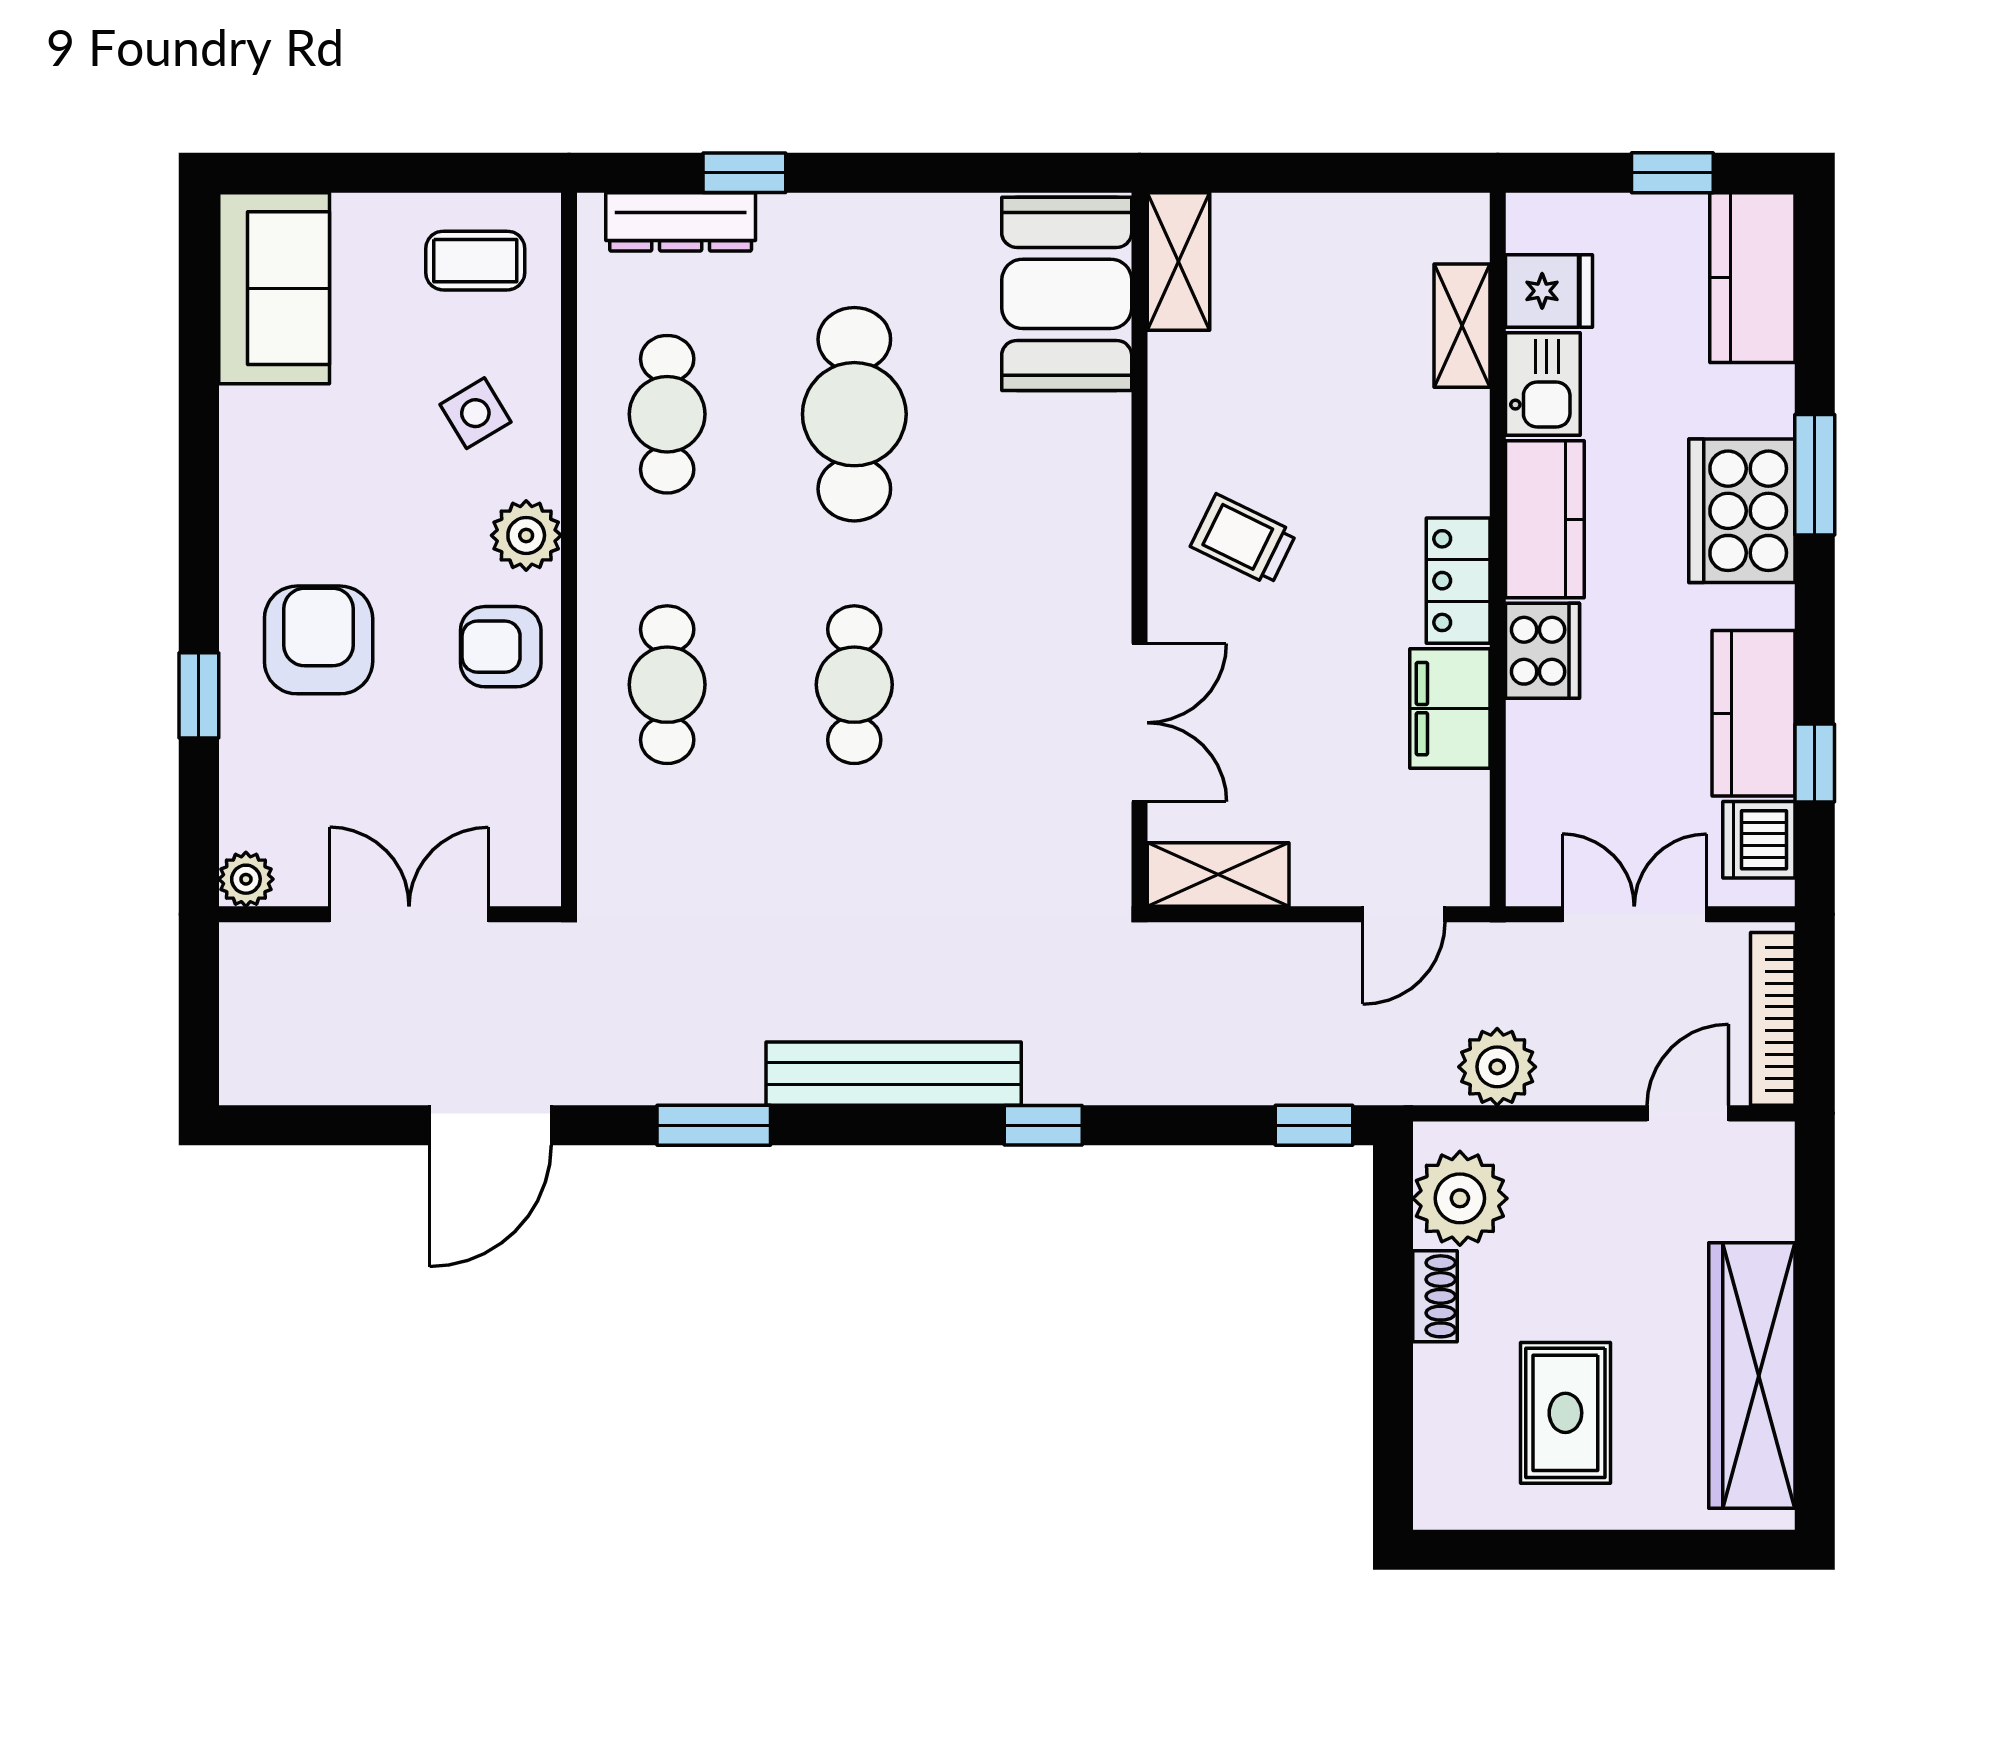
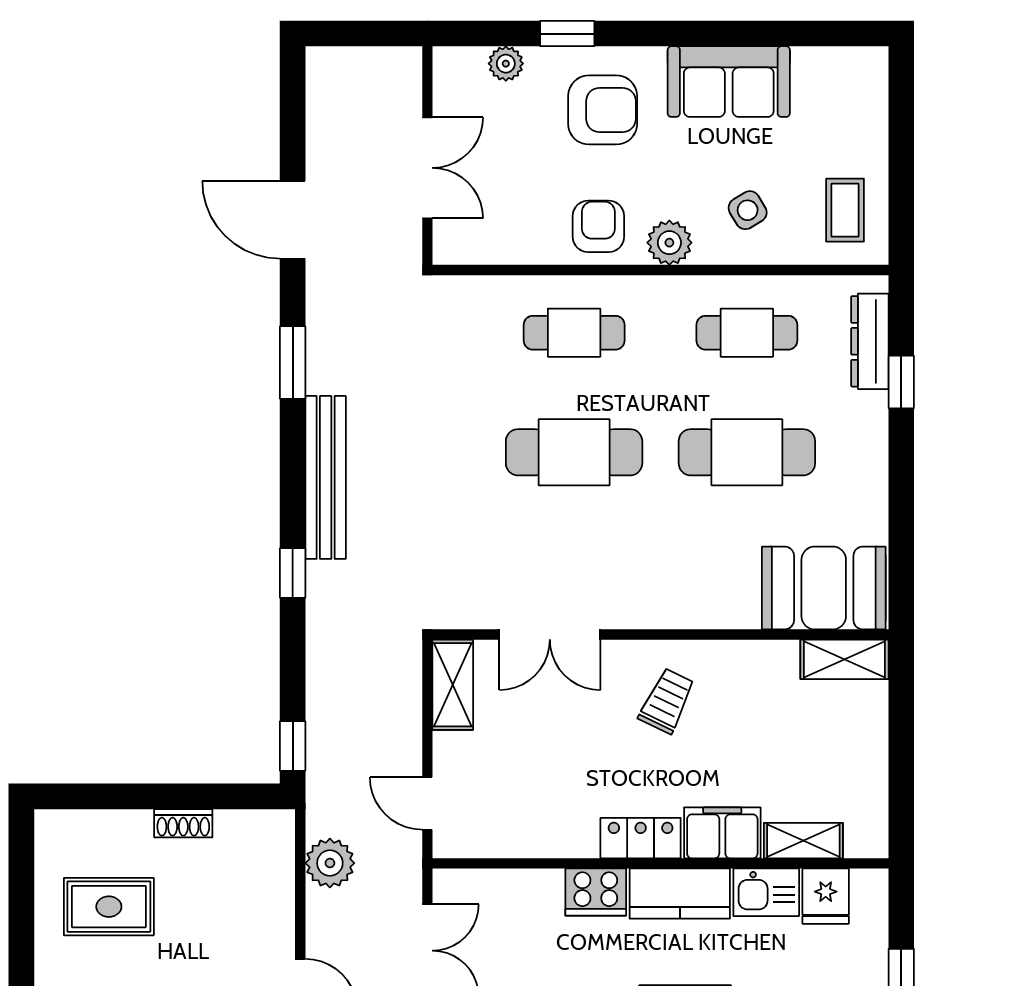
sofa: (274, 288) -> (729, 82), moved
cafe table: (854, 685) -> (574, 452), width x1.37, depth x1.35
filing cabinet: (1450, 709) -> (722, 833), moved
plant: (246, 879) -> (506, 64), moved
plant: (1460, 1198) -> (246, 839), removed

